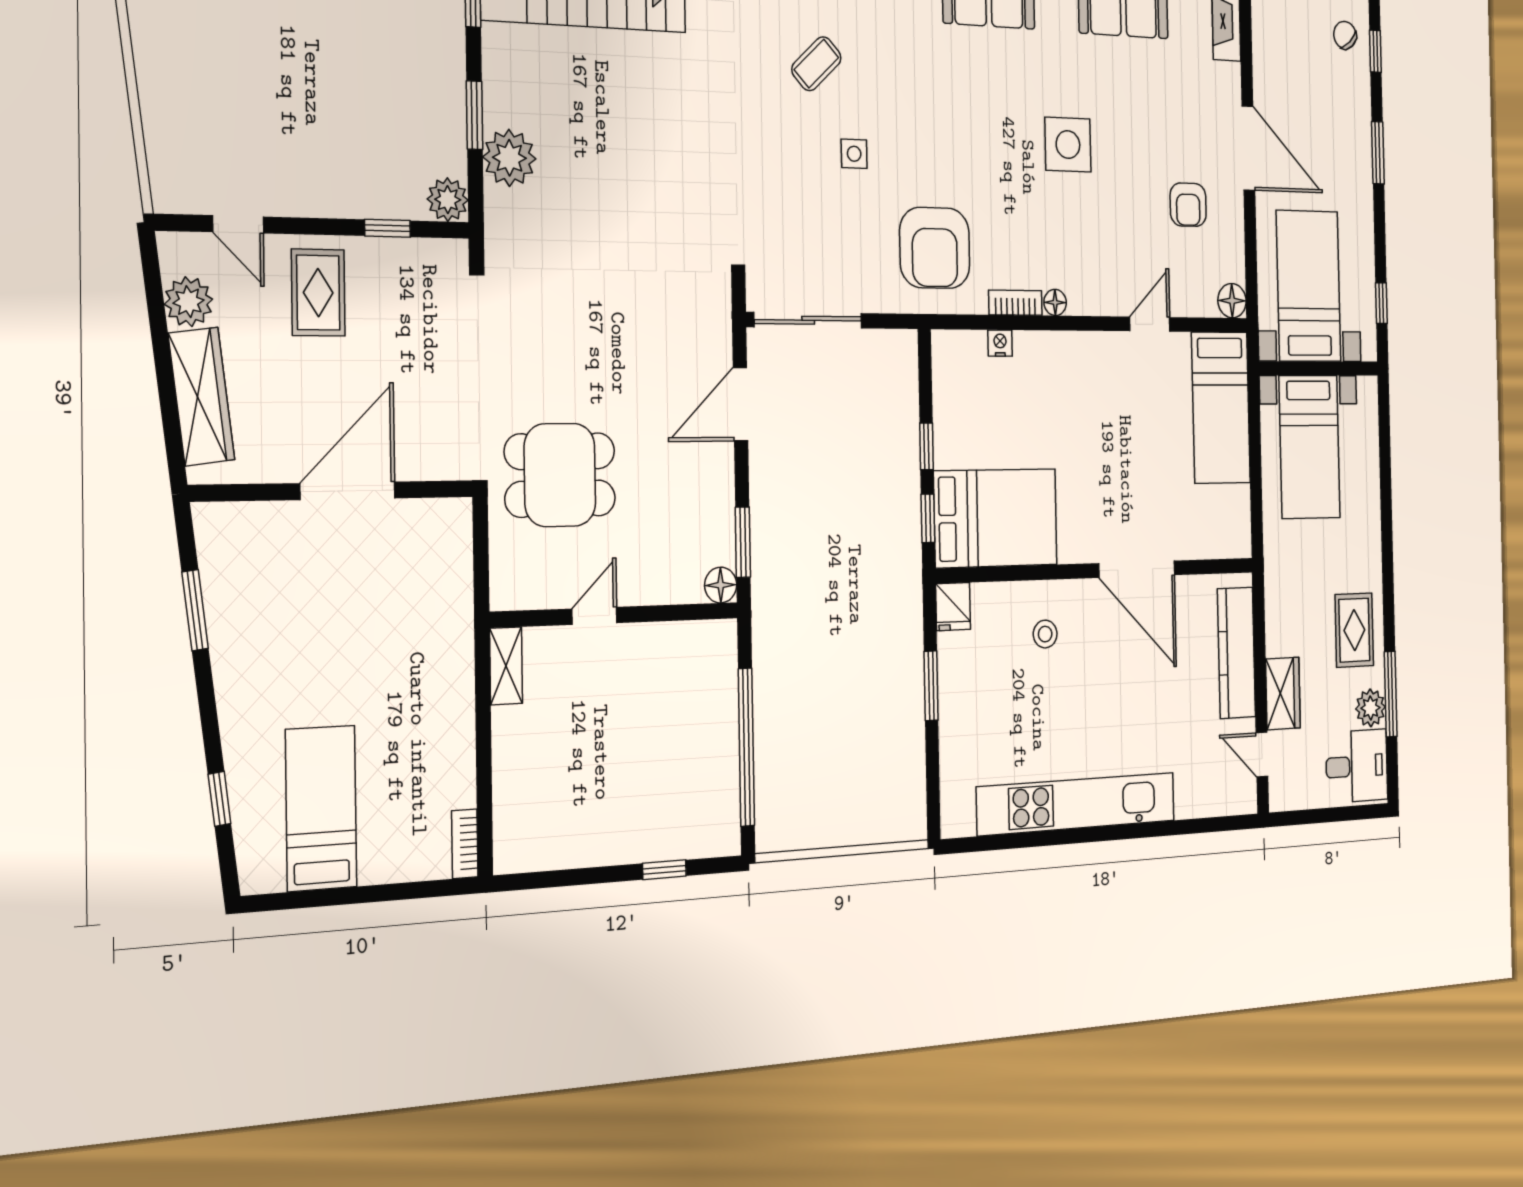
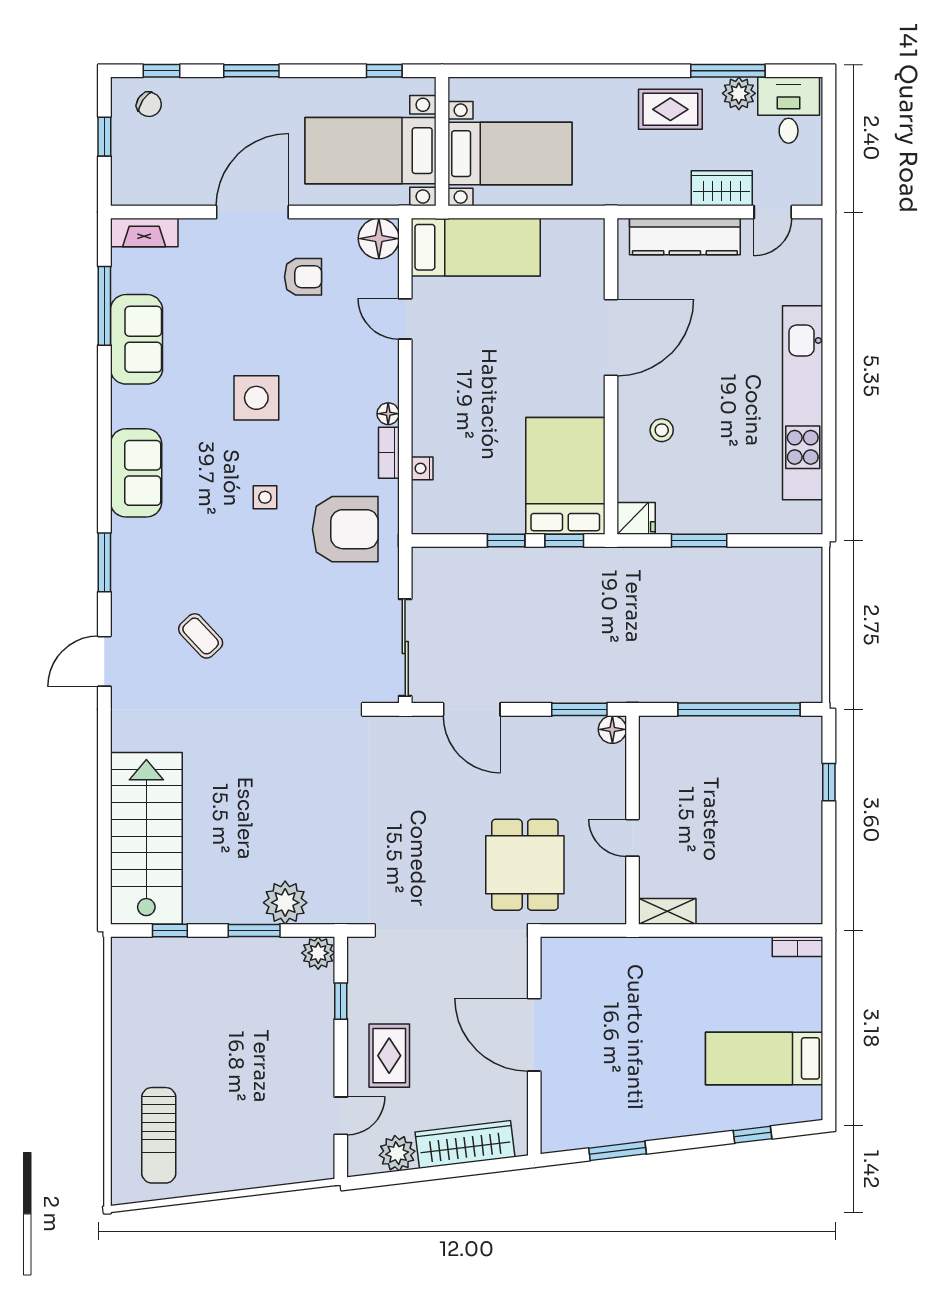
chair: (1345, 35) -> (149, 104), turned -104
side table: (854, 154) -> (265, 497), moved
rug: (318, 293) -> (389, 1056), turned 90
floor lamp: (1232, 301) -> (379, 239), width x1.38, depth x1.38

